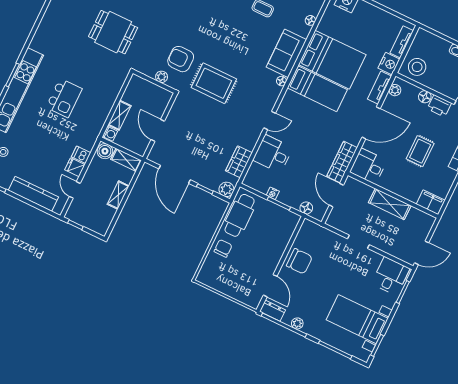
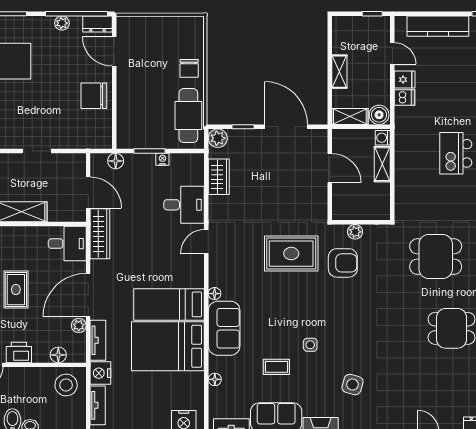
side table: (231, 12) -> (310, 345), added
plant: (395, 90) -> (79, 326), moved
floor lamp: (425, 97) -> (58, 355), moved

